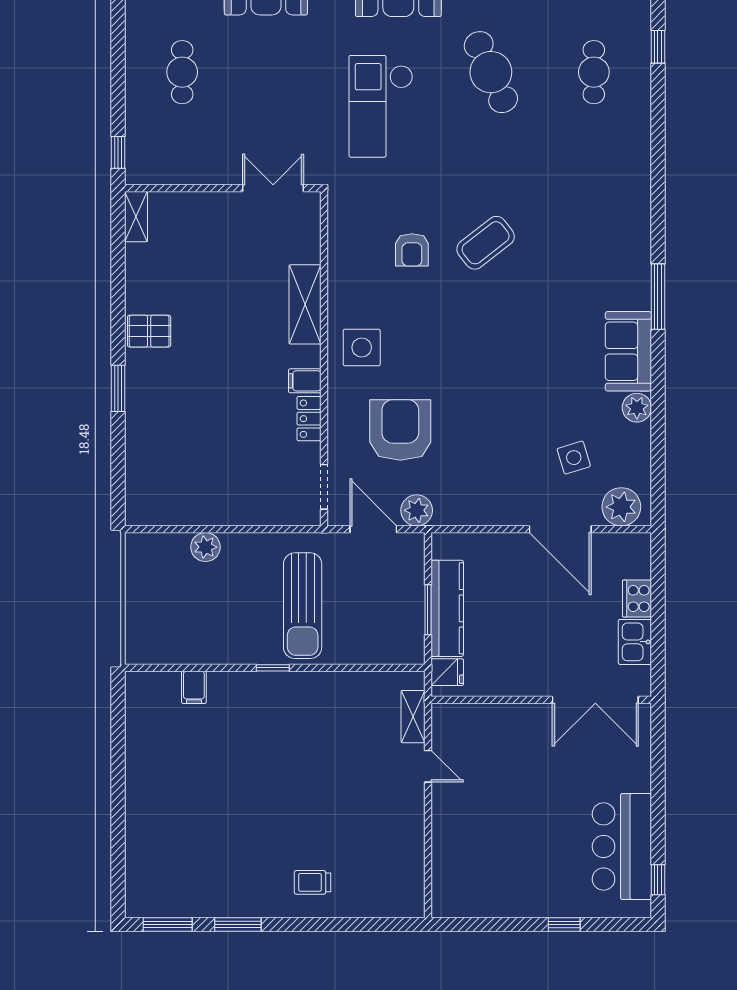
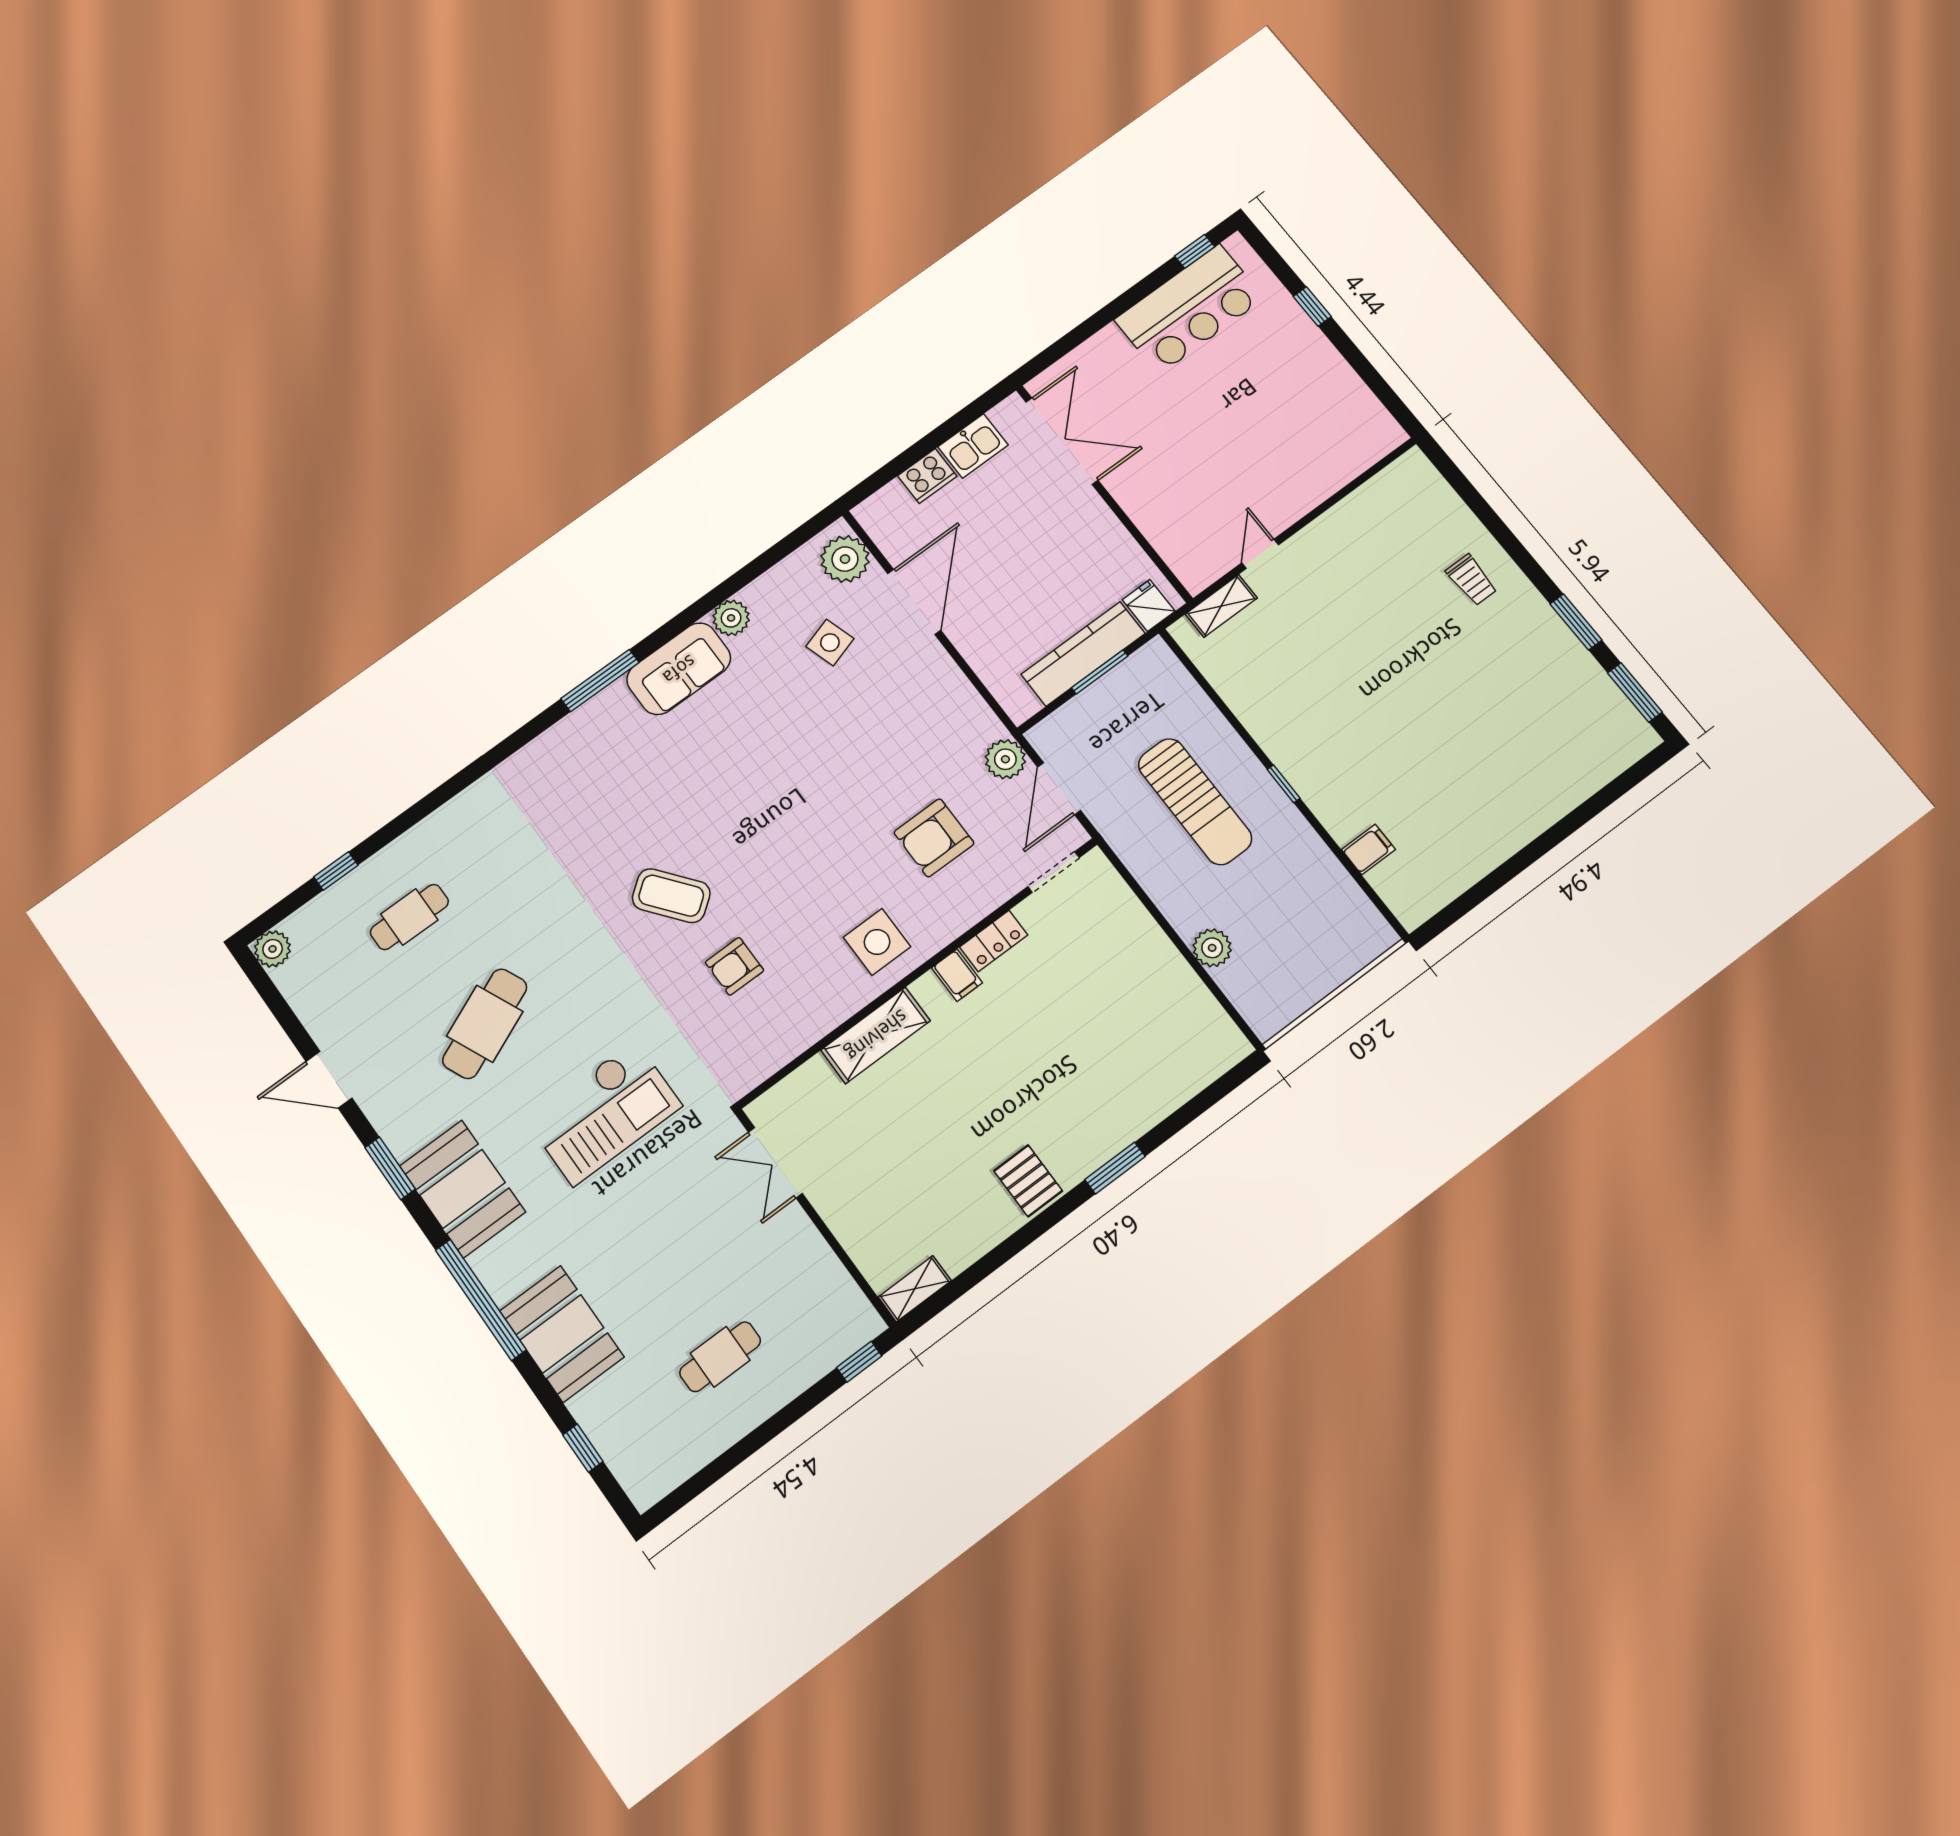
armchair: (412, 250) -> (734, 966), turned 180
armchair: (400, 430) -> (934, 838), width x0.73, depth x0.73
sun lounger: (303, 606) -> (1195, 802), turned 90

